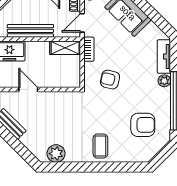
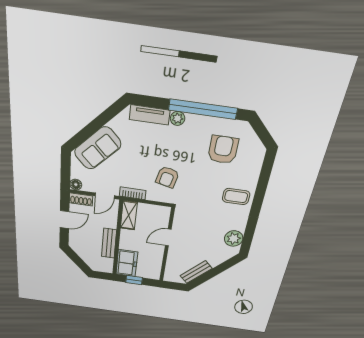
door: (82, 23) -> (105, 196), hinge flipped
bench: (30, 31) -> (109, 243), width x0.73
door: (28, 89) -> (168, 237), moved

